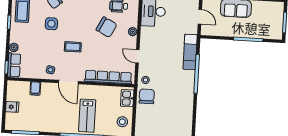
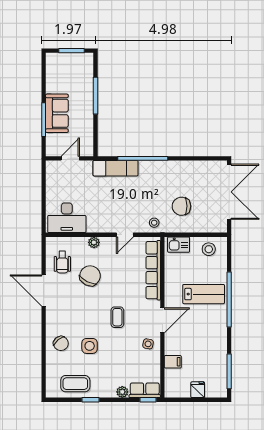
chair: (147, 96) -> (181, 206), moved

